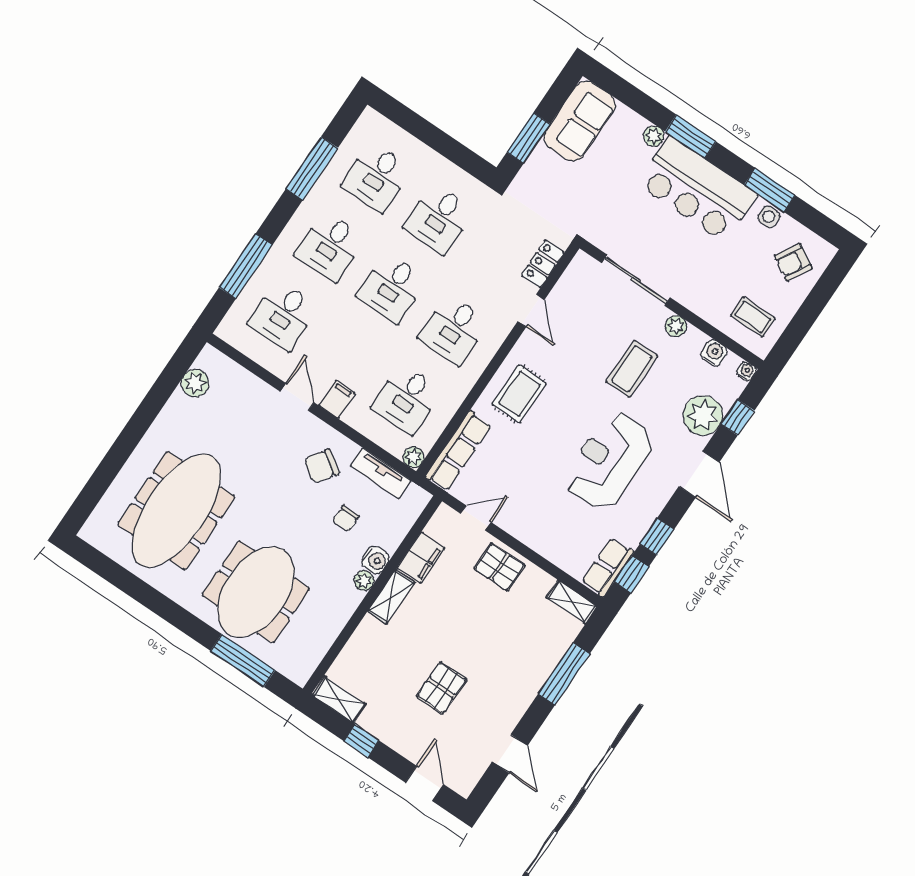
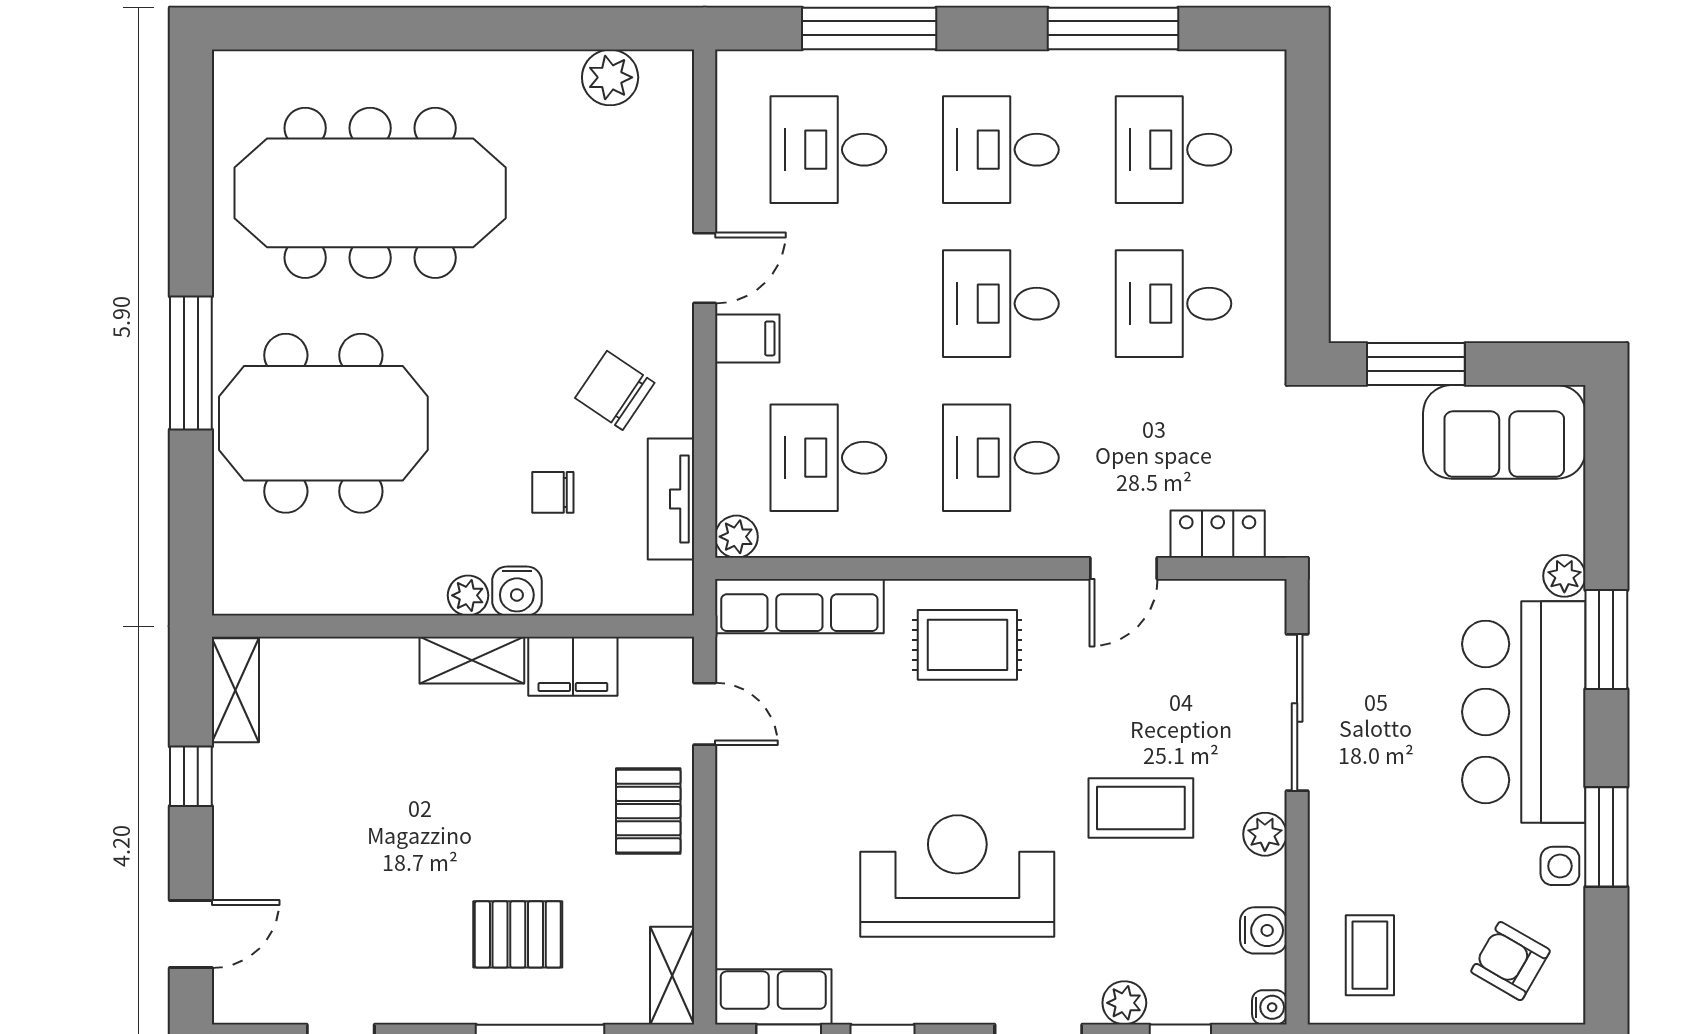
plant: (703, 415) -> (1124, 1003), width x0.53, depth x0.53
window: (243, 660) -> (191, 363), moved
pallet: (442, 688) -> (518, 934), moved

